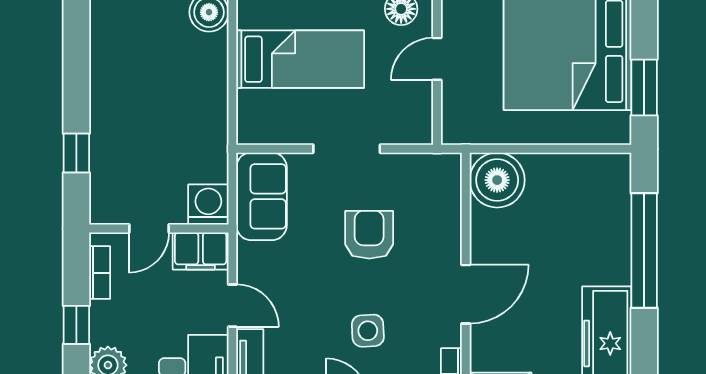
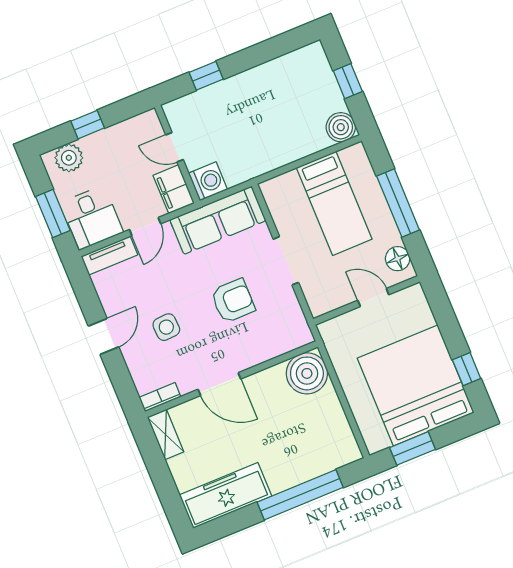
sofa: (262, 196) -> (218, 220), width x1.36
bookcase: (100, 273) -> (130, 126), removed

